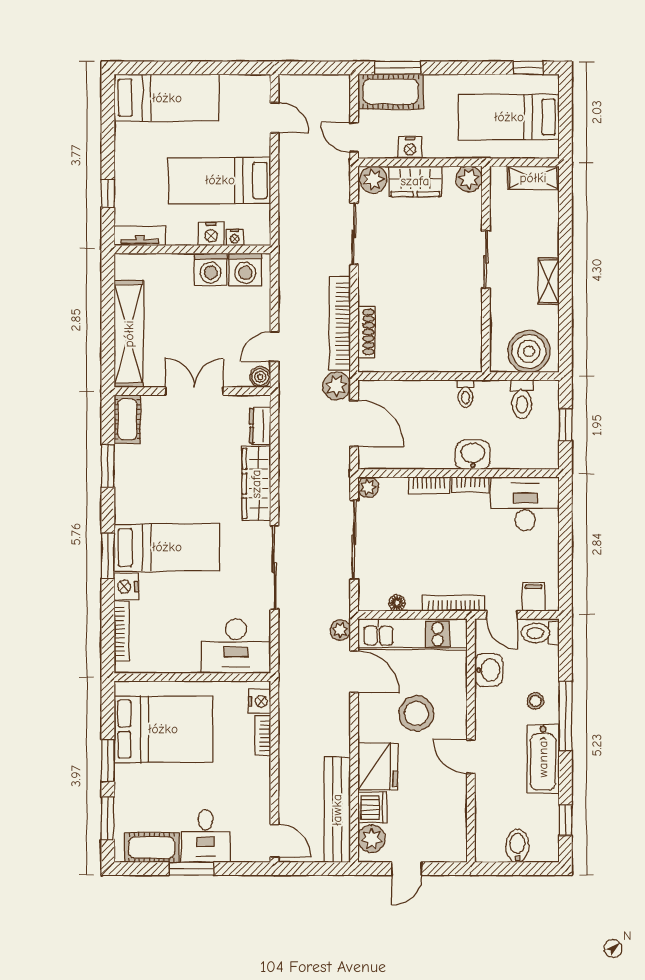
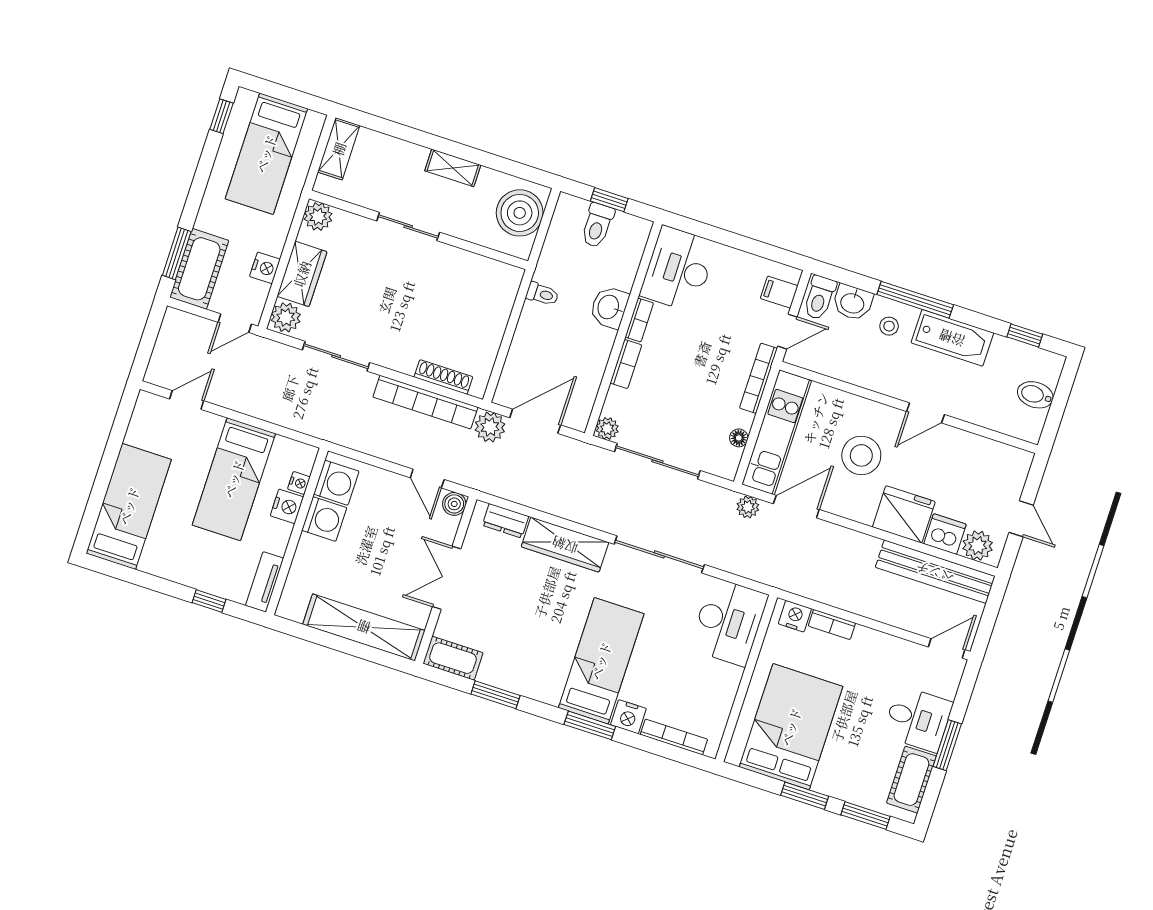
toilet: (522, 399) -> (597, 225), moved, turned 90
washbasin: (488, 670) -> (853, 303), moved, turned 180

